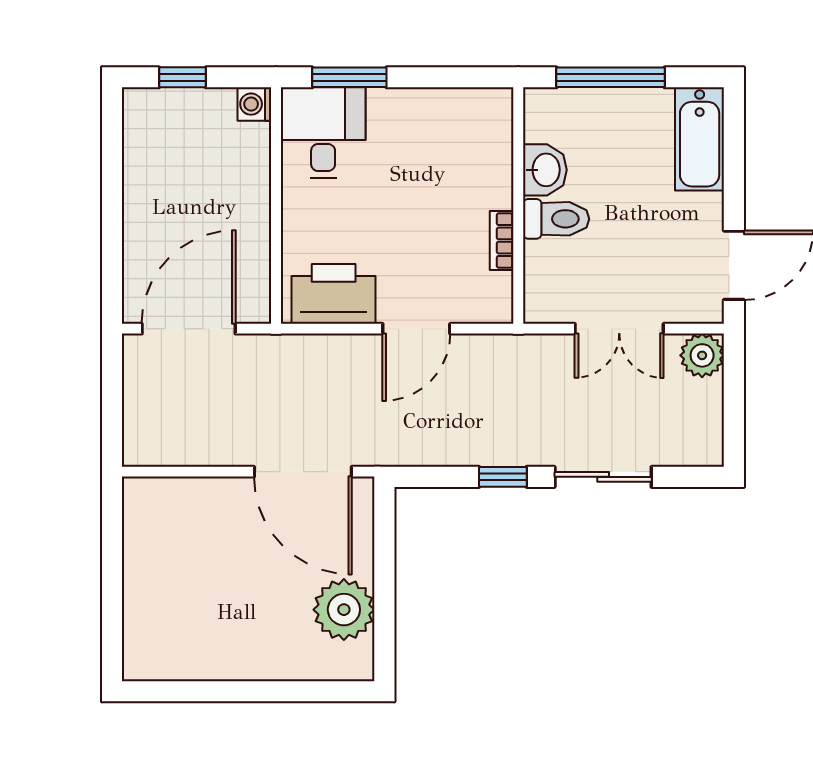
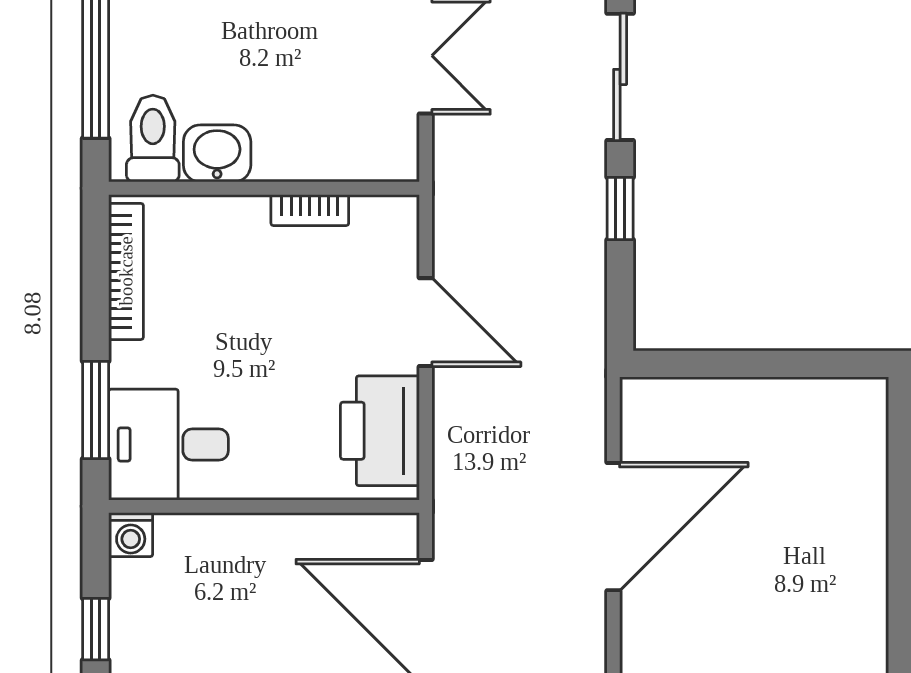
bookcase: (455, 101) -> (126, 271), added
toilet: (556, 219) -> (153, 139), moved
door: (303, 472) -> (613, 527), moved
plant: (344, 610) -> (794, 417), removed

